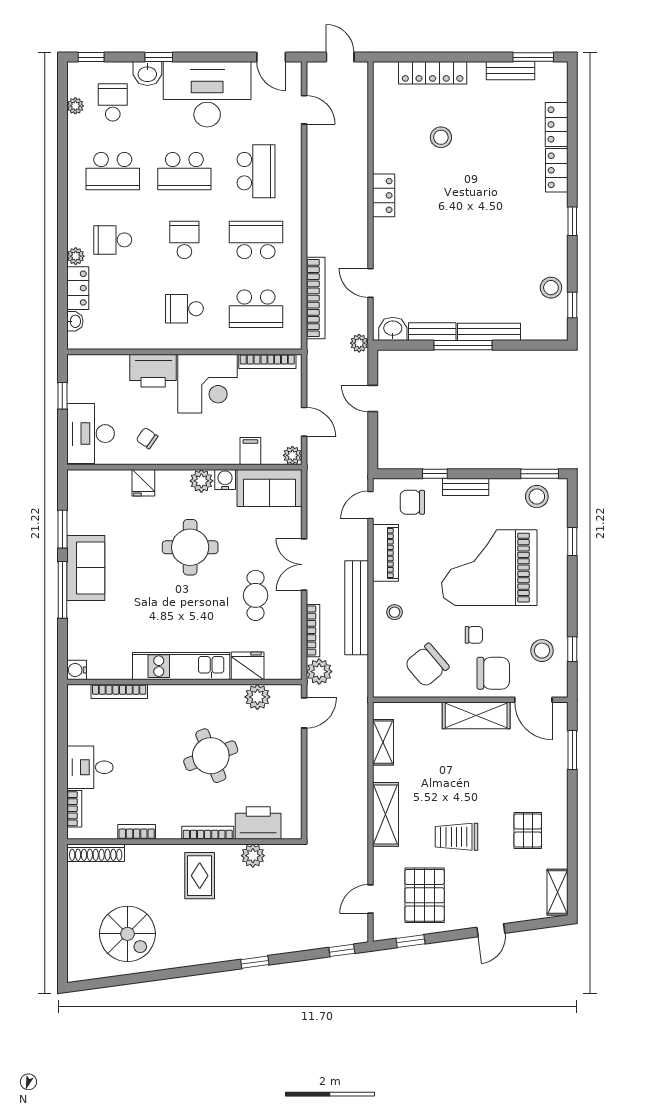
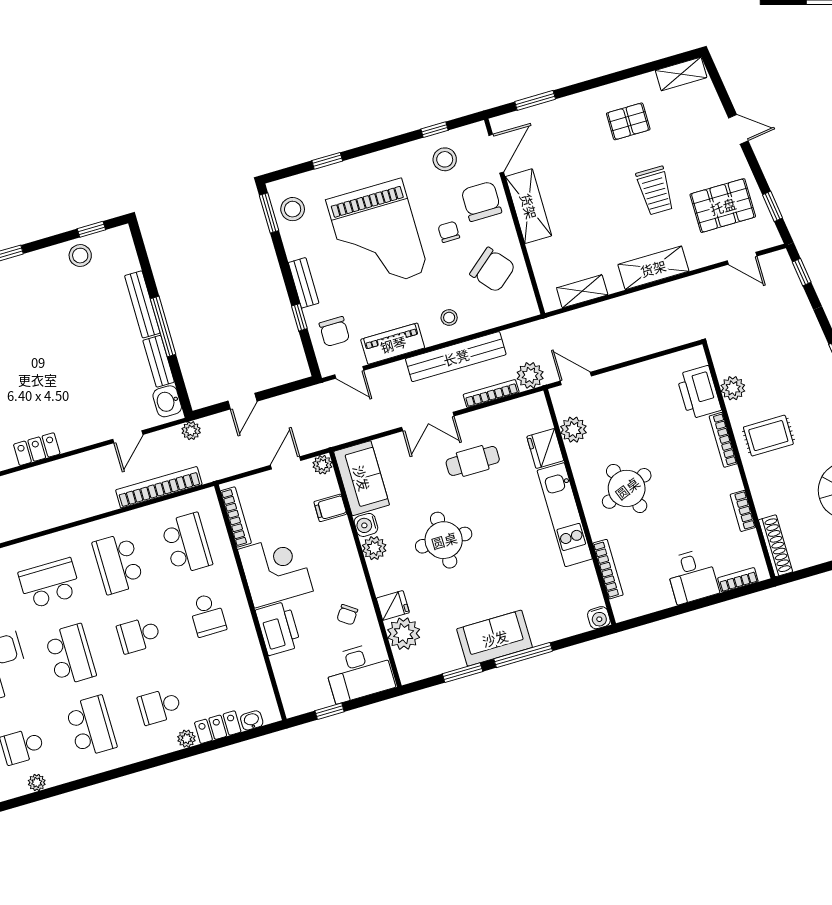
school desk: (113, 240) -> (160, 706), turned 90
plant: (114, 485) -> (404, 634), added
round table: (211, 756) -> (627, 488), moved

